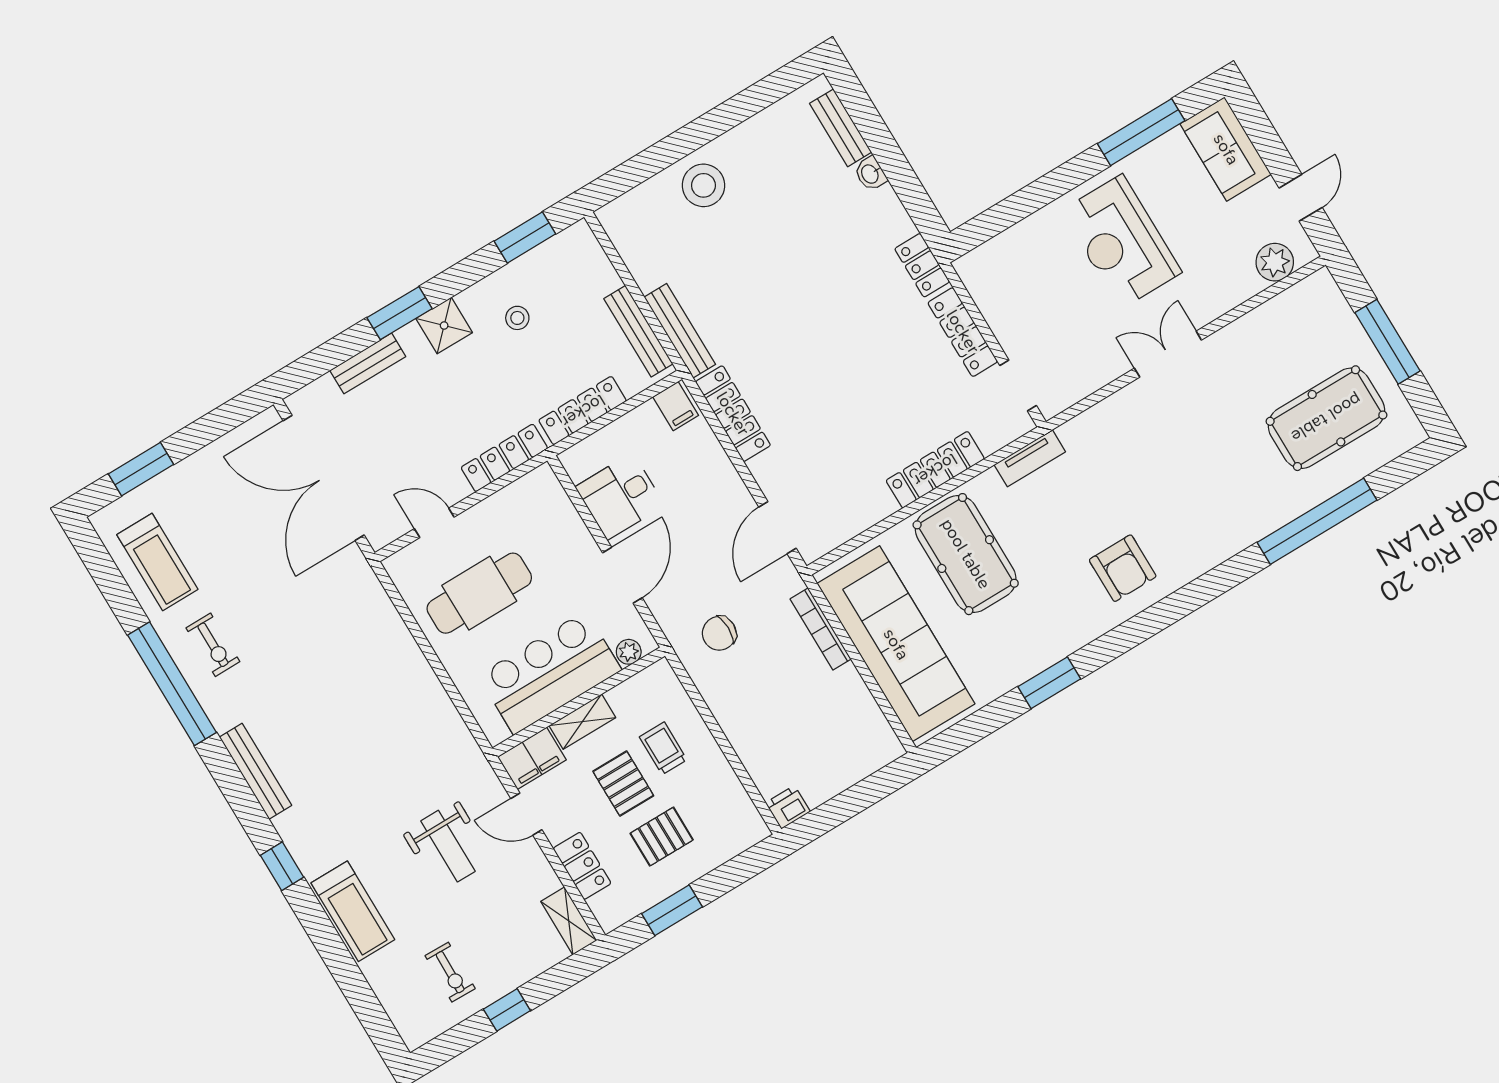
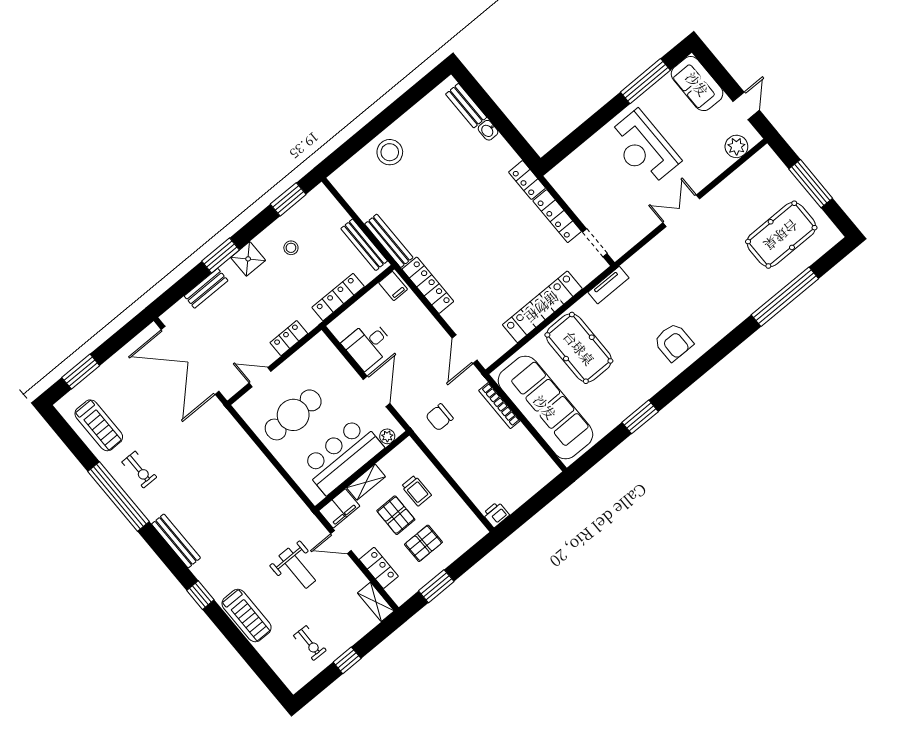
locker: (504, 458) -> (289, 338), width x0.66
locker: (935, 470) -> (542, 307), width x1.41, depth x1.21
trolley: (663, 748) -> (416, 491), turned 180

